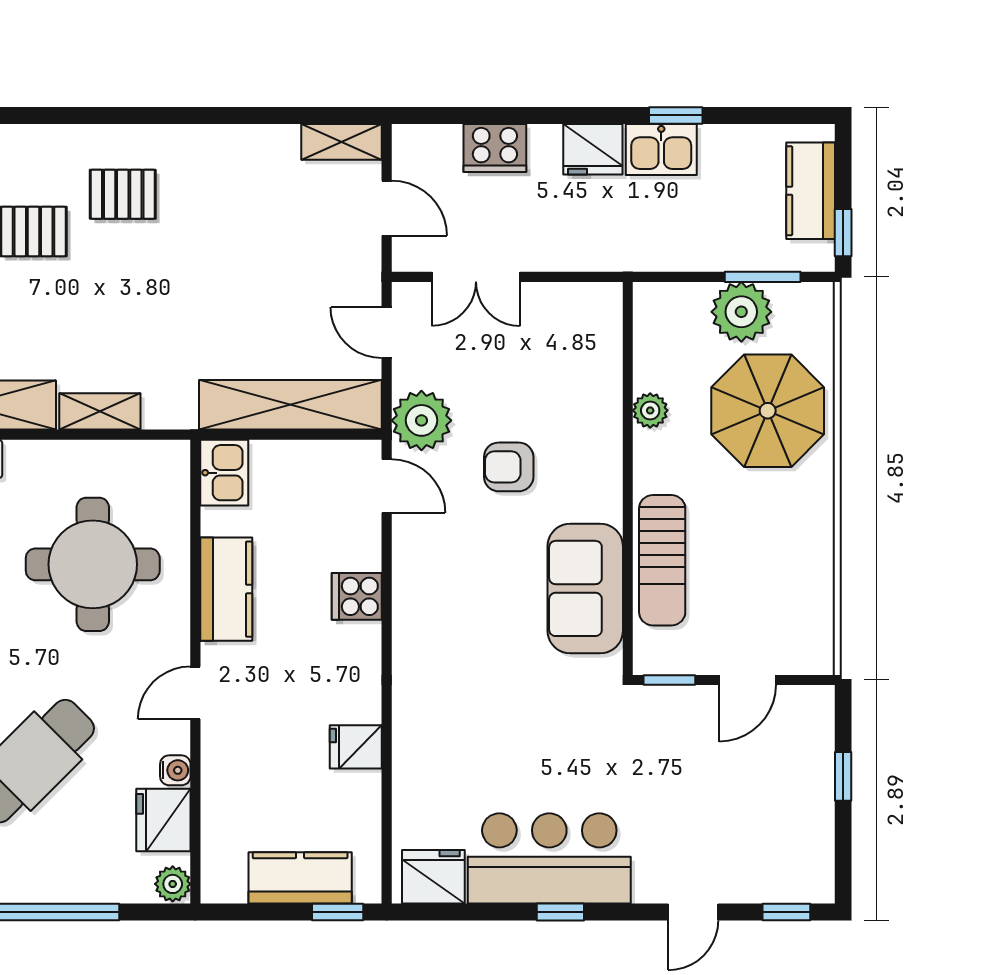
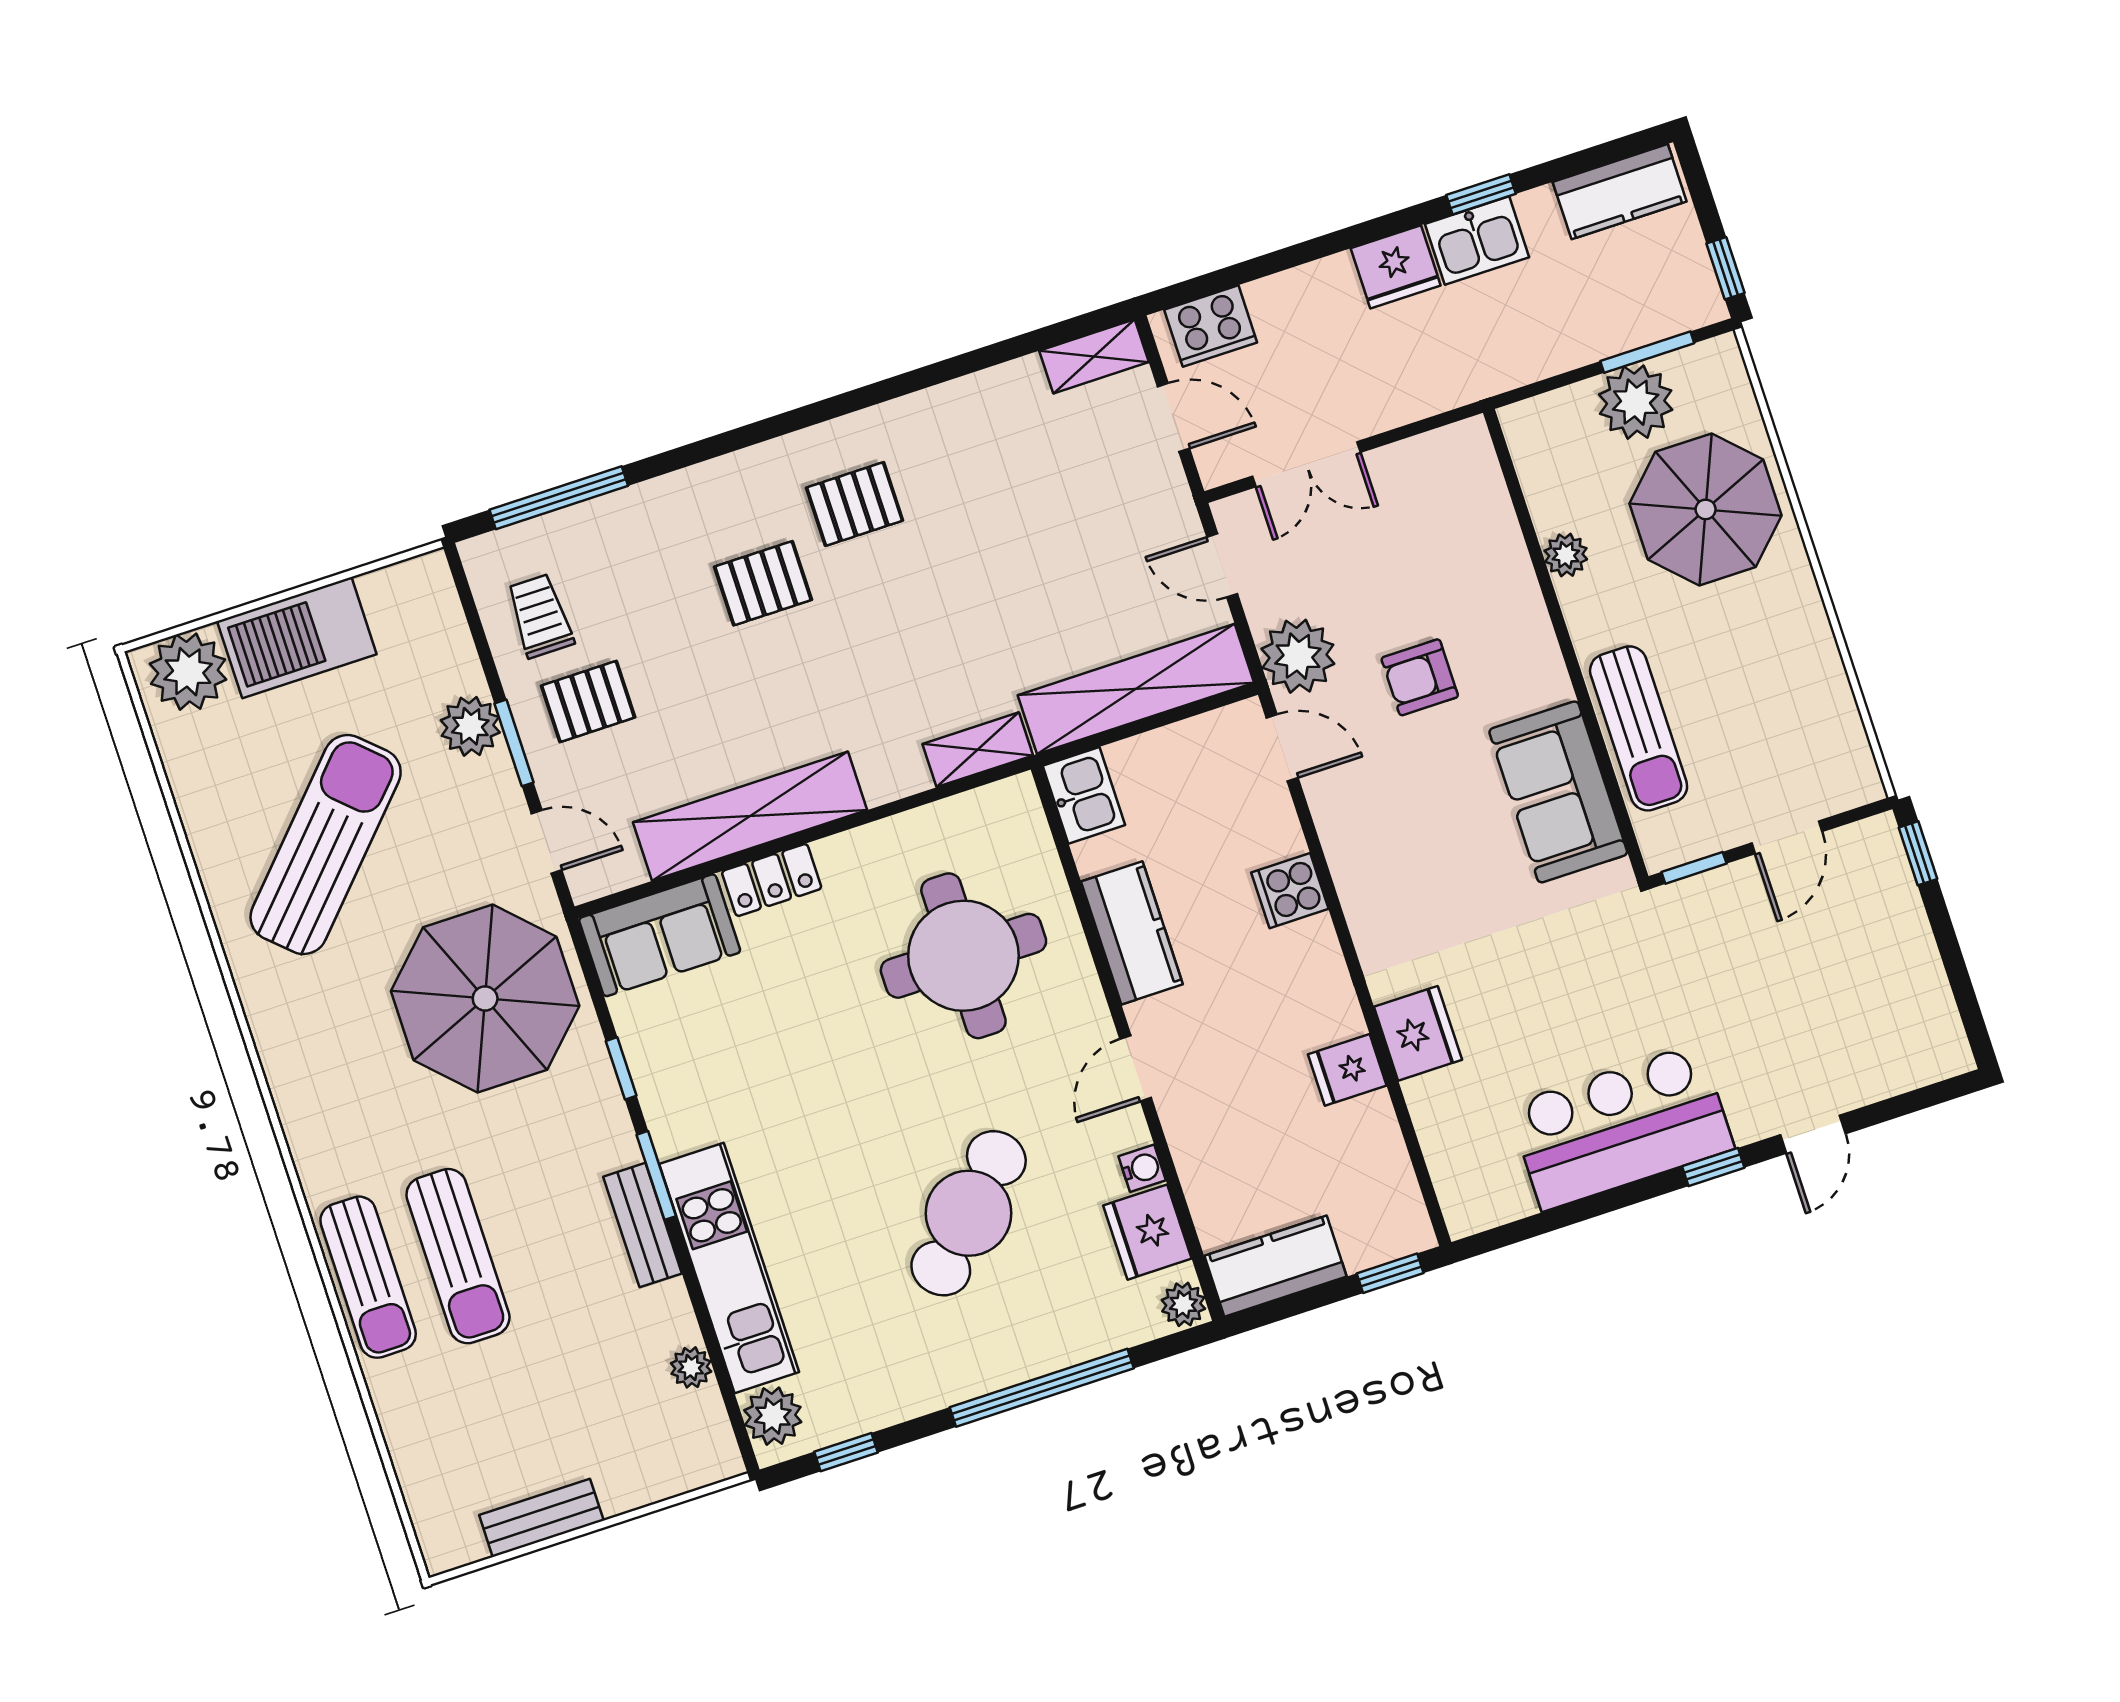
cooker: (495, 148) -> (1211, 326), moved
kitchen counter: (811, 191) -> (1620, 192), moved, turned -90
shelving: (100, 411) -> (978, 750), moved
window: (843, 776) -> (1918, 853), moved
fridge: (433, 877) -> (1418, 1033), moved, turned 90
kitchen counter: (300, 878) -> (1275, 1266), moved
window: (560, 912) -> (1713, 1167), moved
window: (786, 912) -> (1924, 1098), removed

